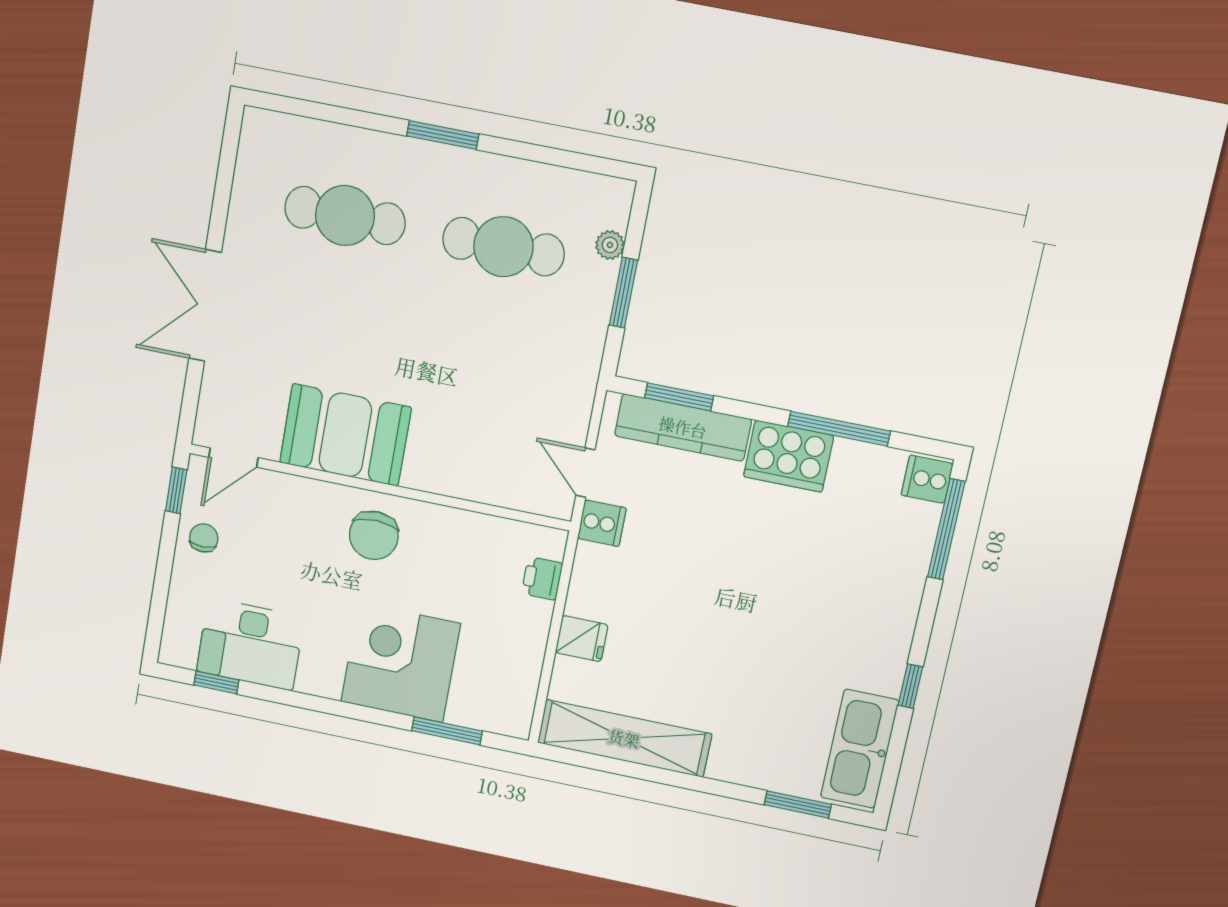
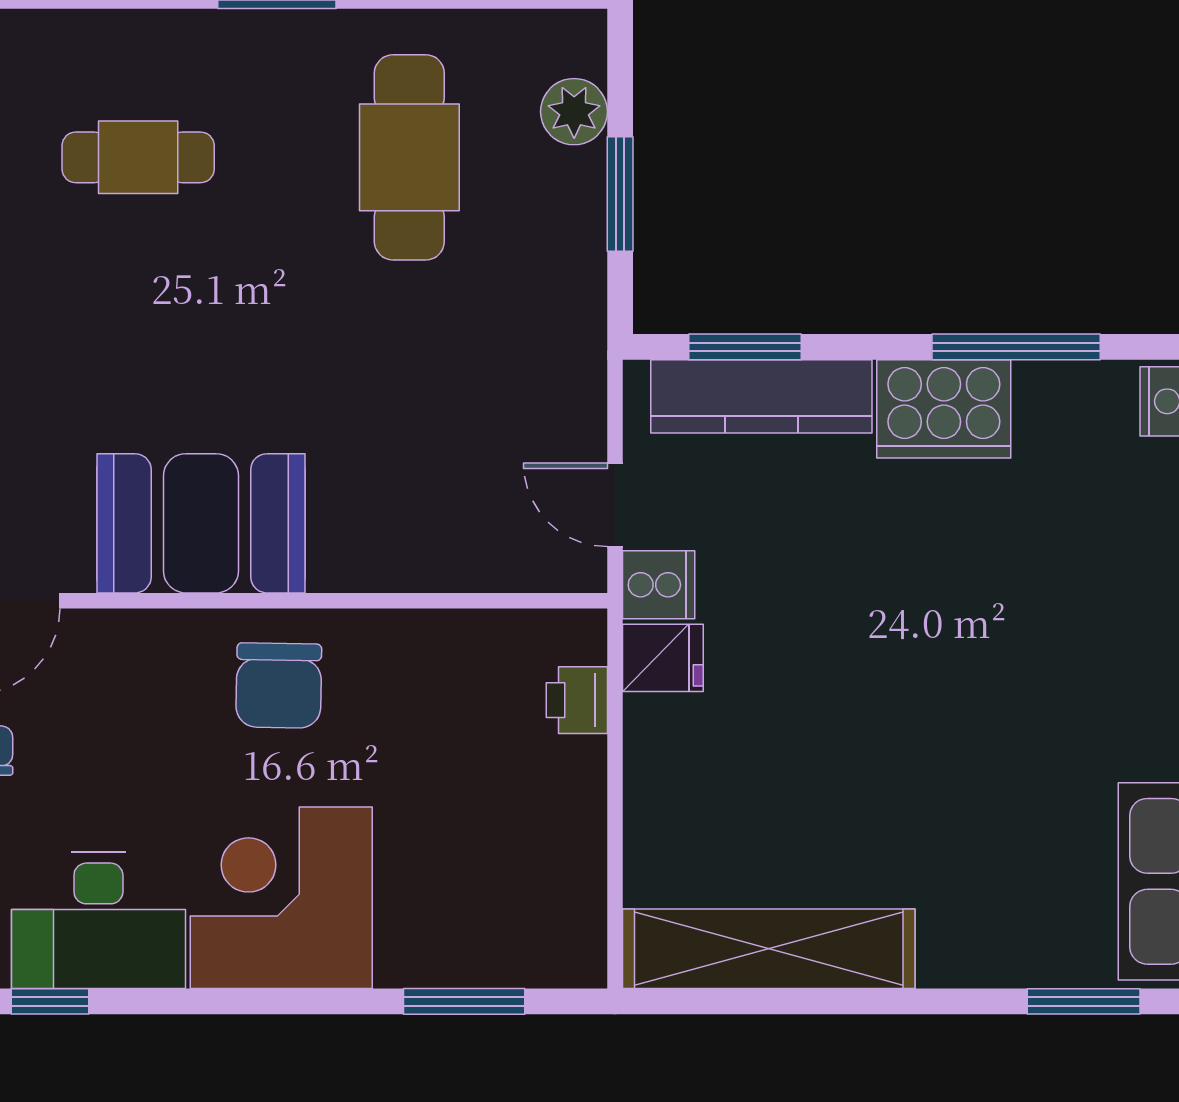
cafe table: (345, 216) -> (138, 157), width x0.73, depth x0.74
plant: (610, 245) -> (574, 112), width x1.38, depth x1.38
cafe table: (503, 247) -> (409, 157), turned 90
fridge: (582, 639) -> (663, 658), moved
corner desk: (401, 663) -> (281, 898), moved

